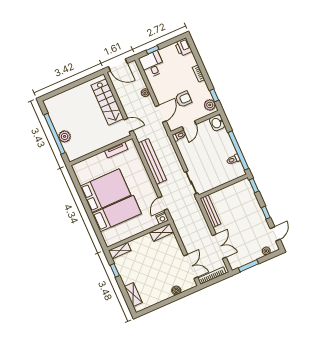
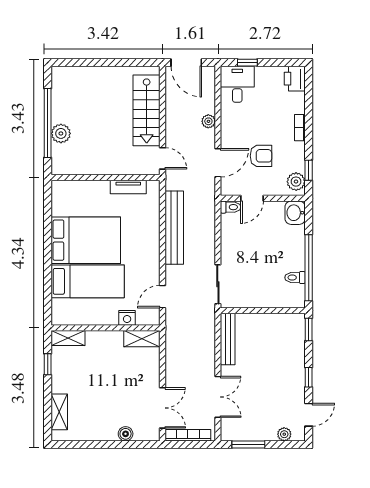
nightstand: (162, 218) -> (127, 318), moved

